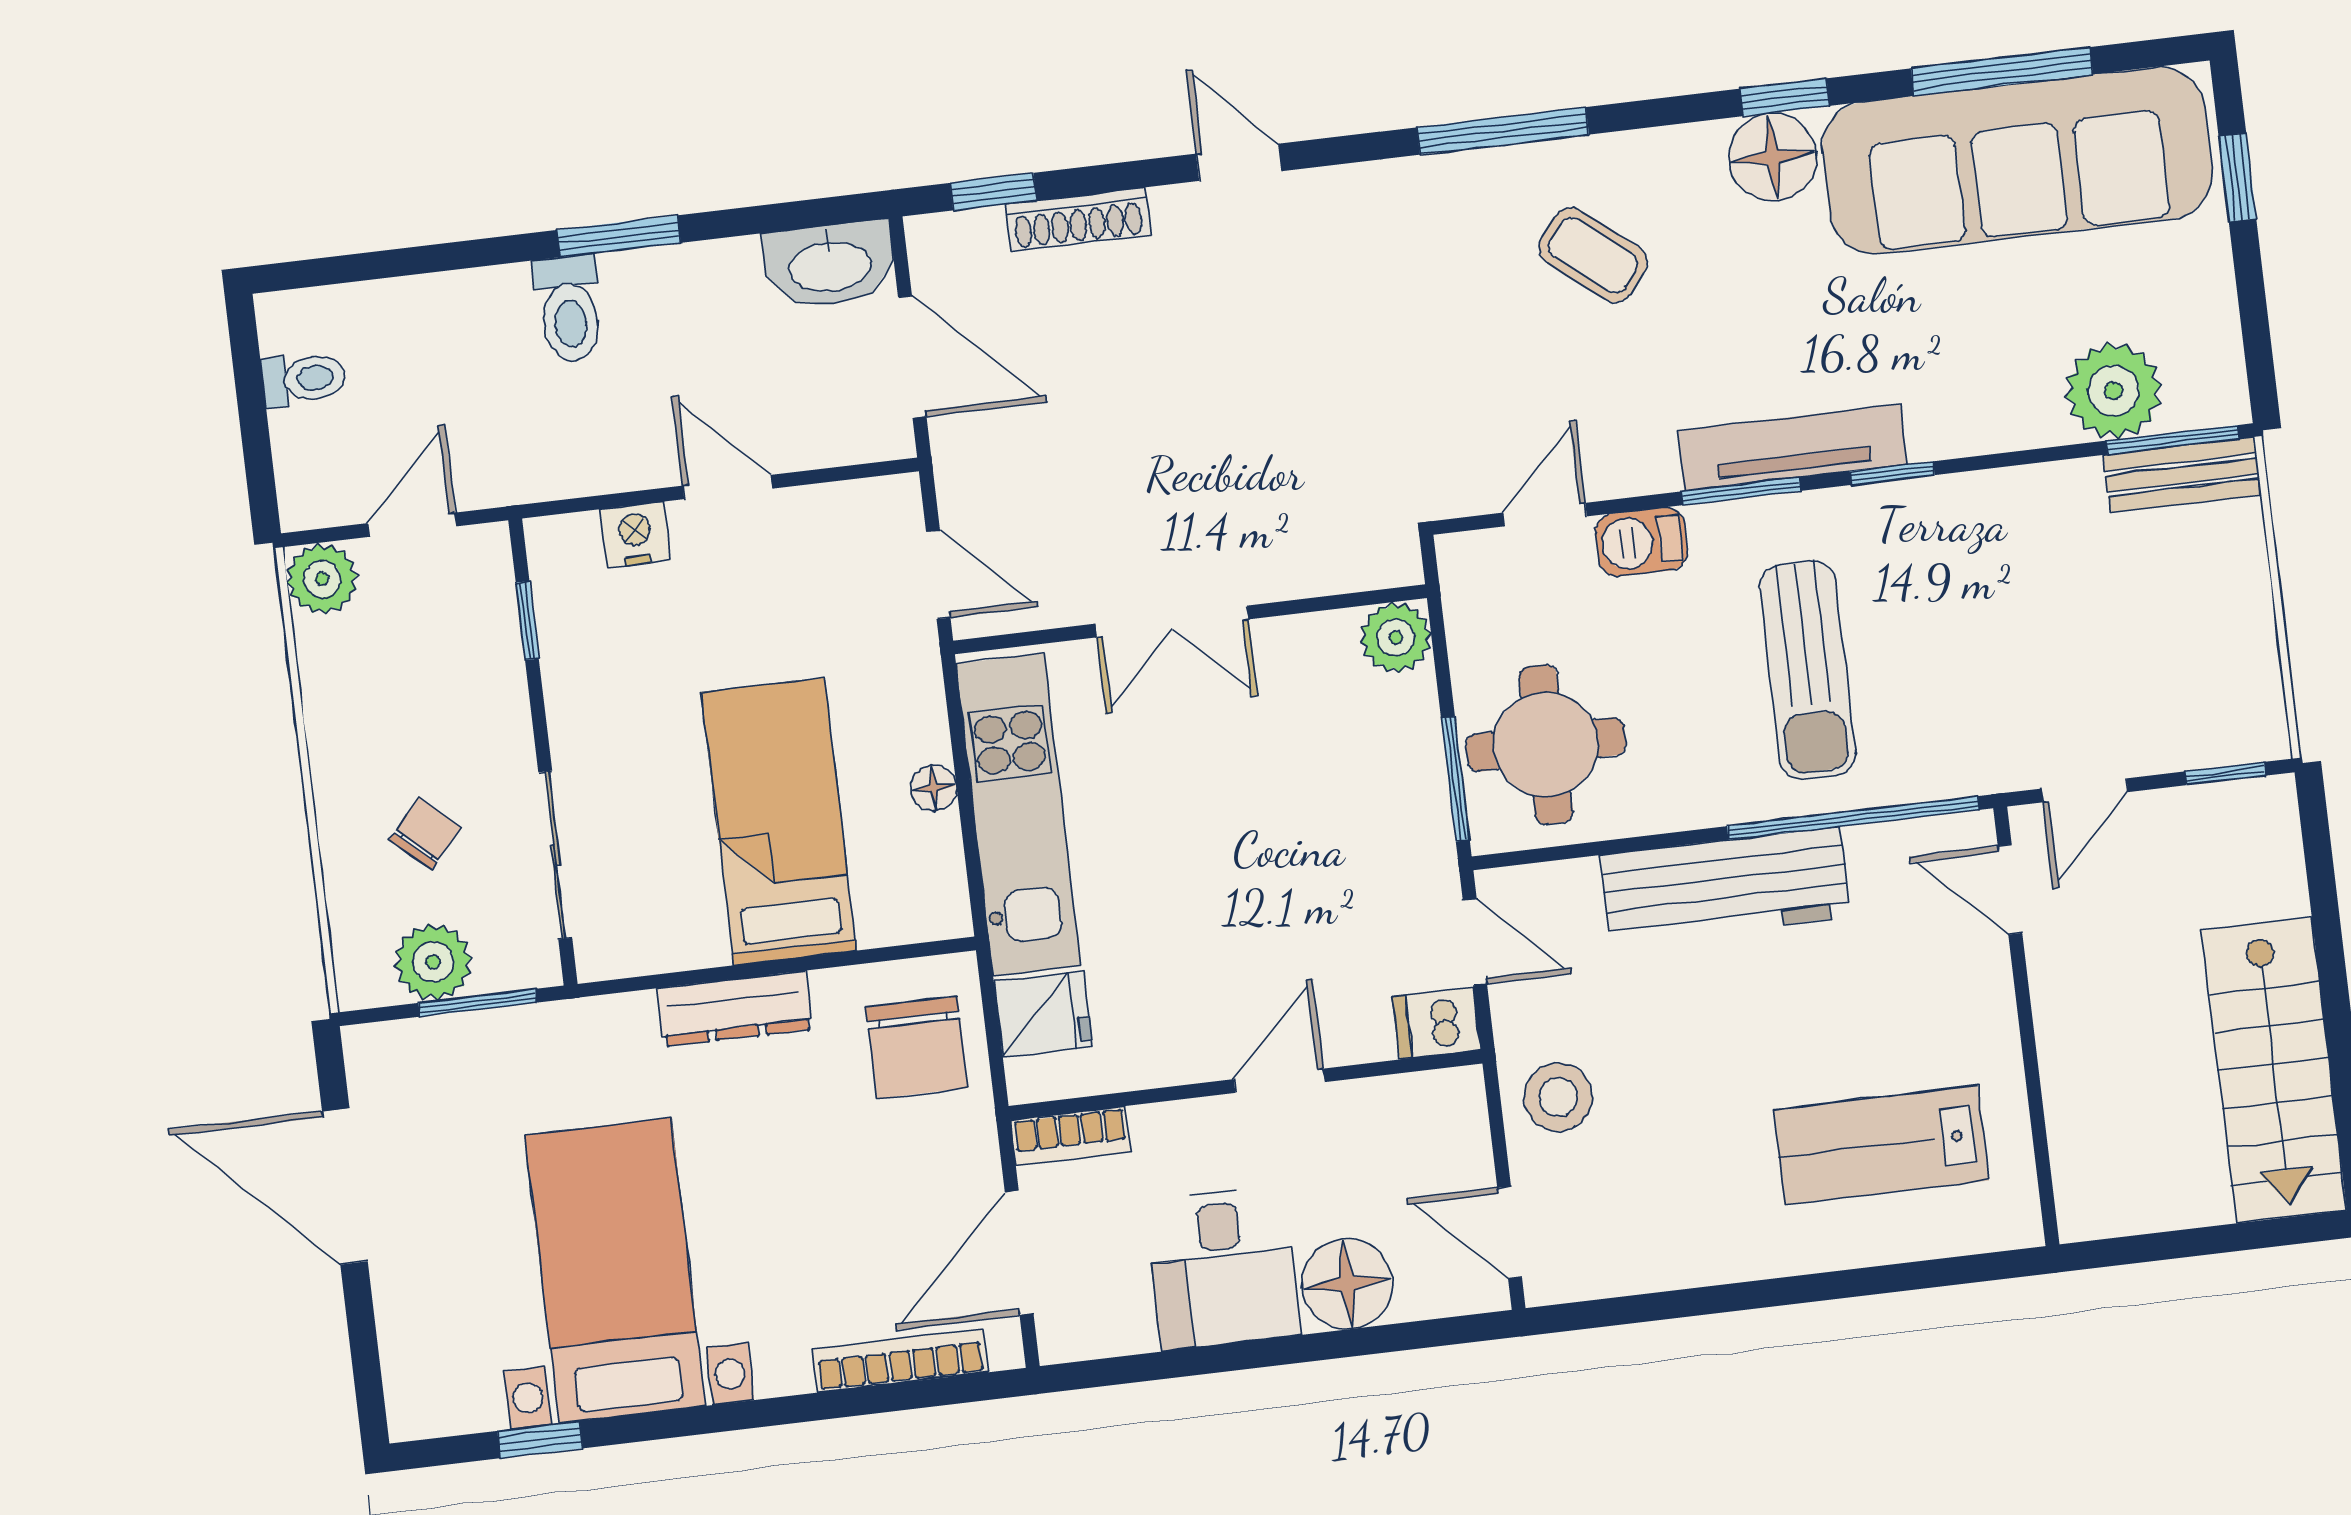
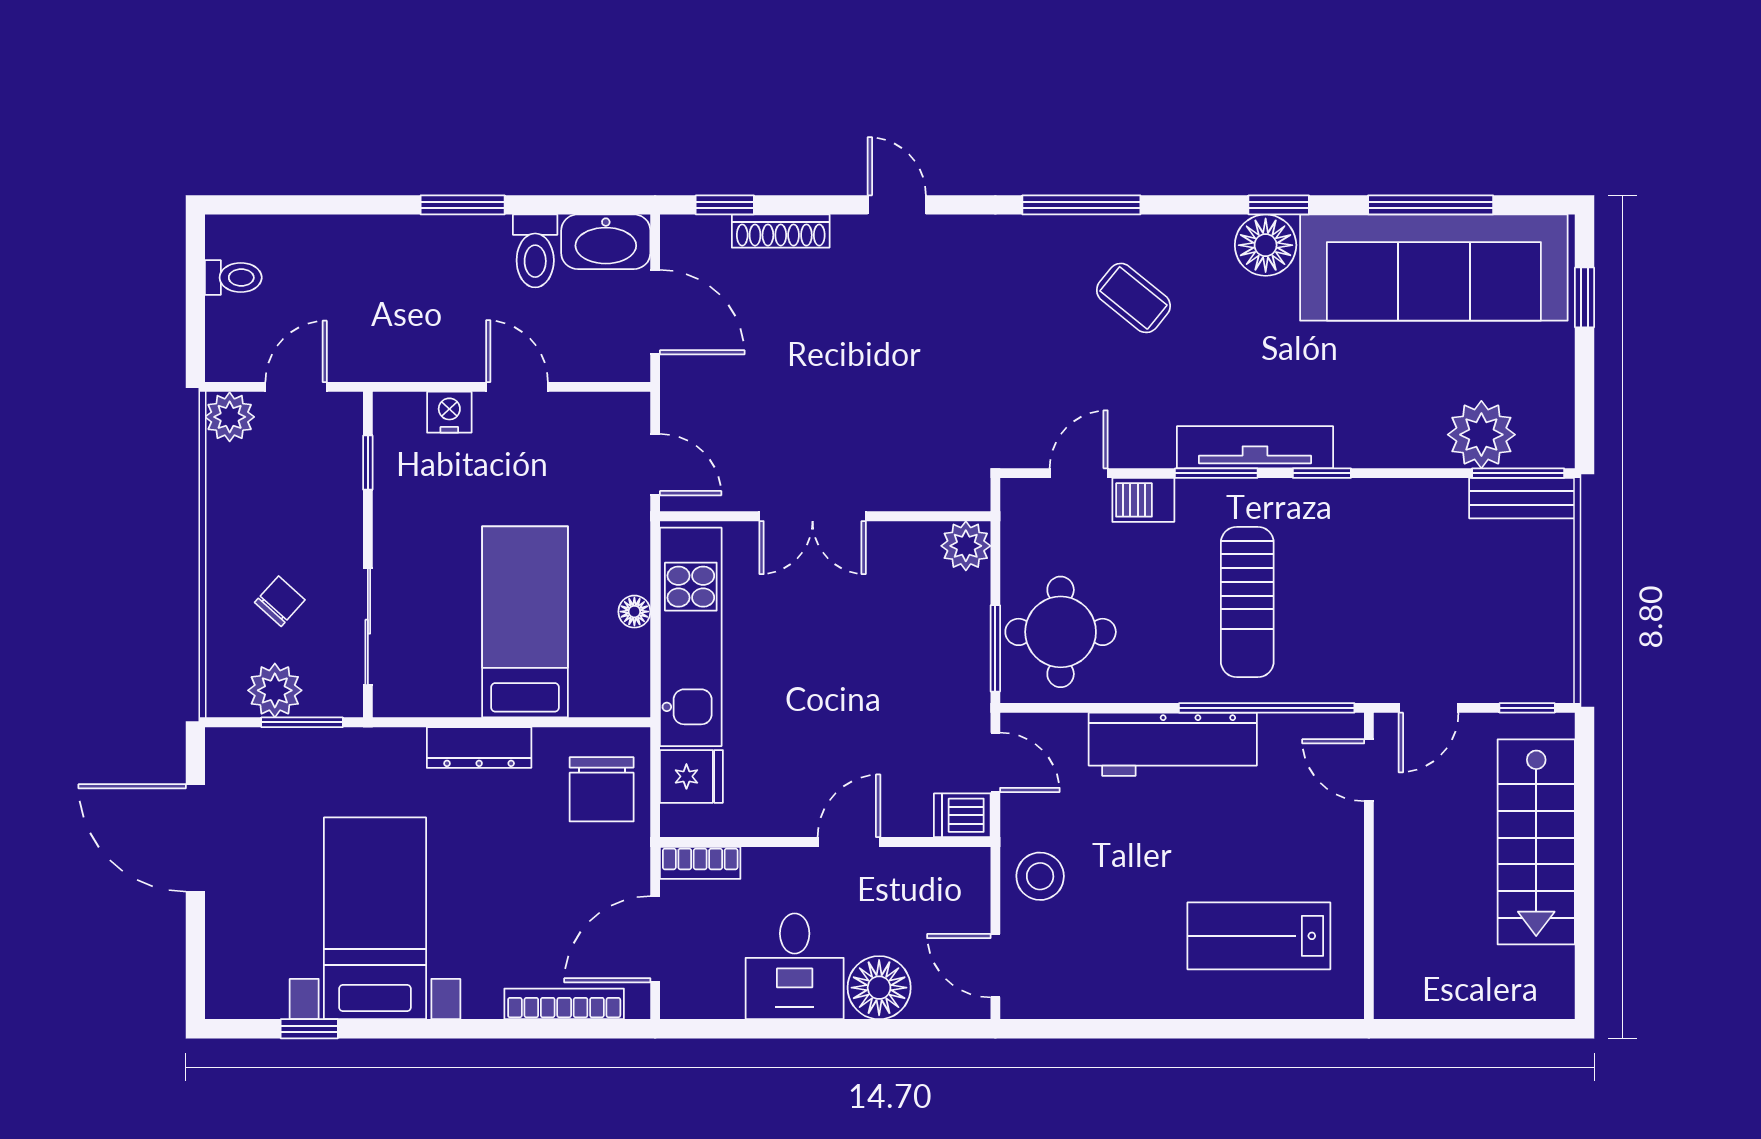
toilet: (569, 309) -> (535, 251), moved
stairs: (2274, 1070) -> (1536, 842), moved

